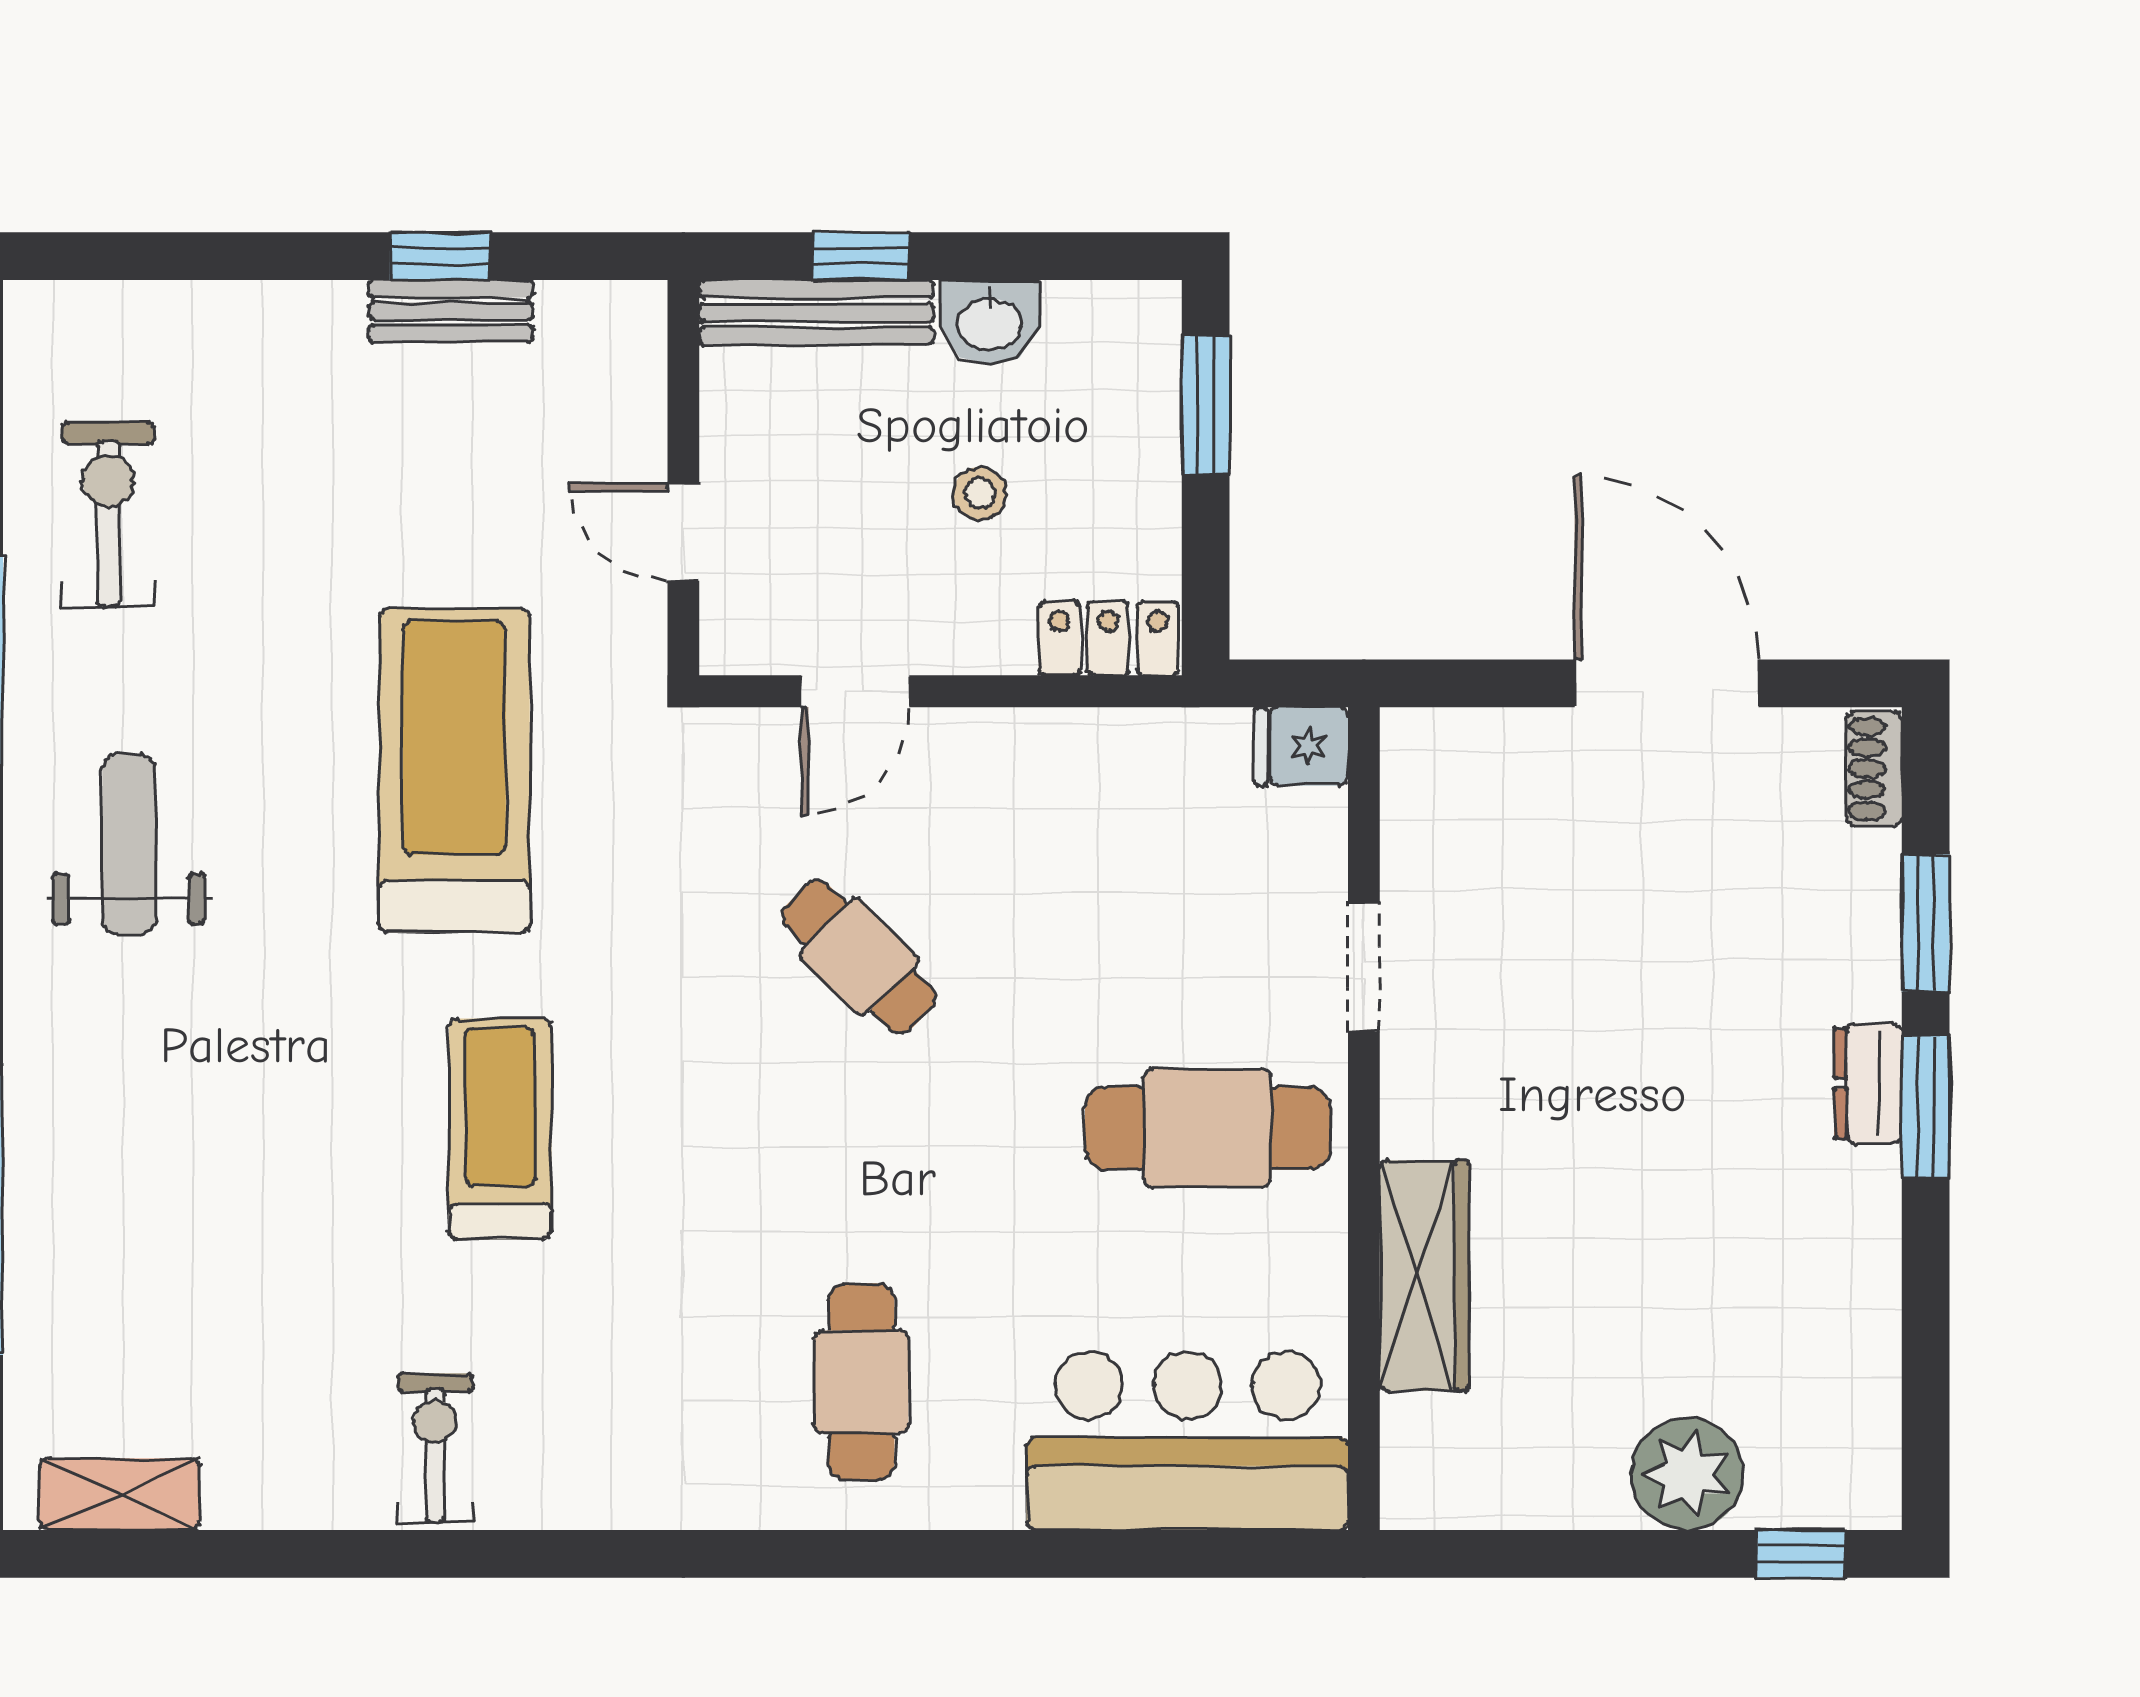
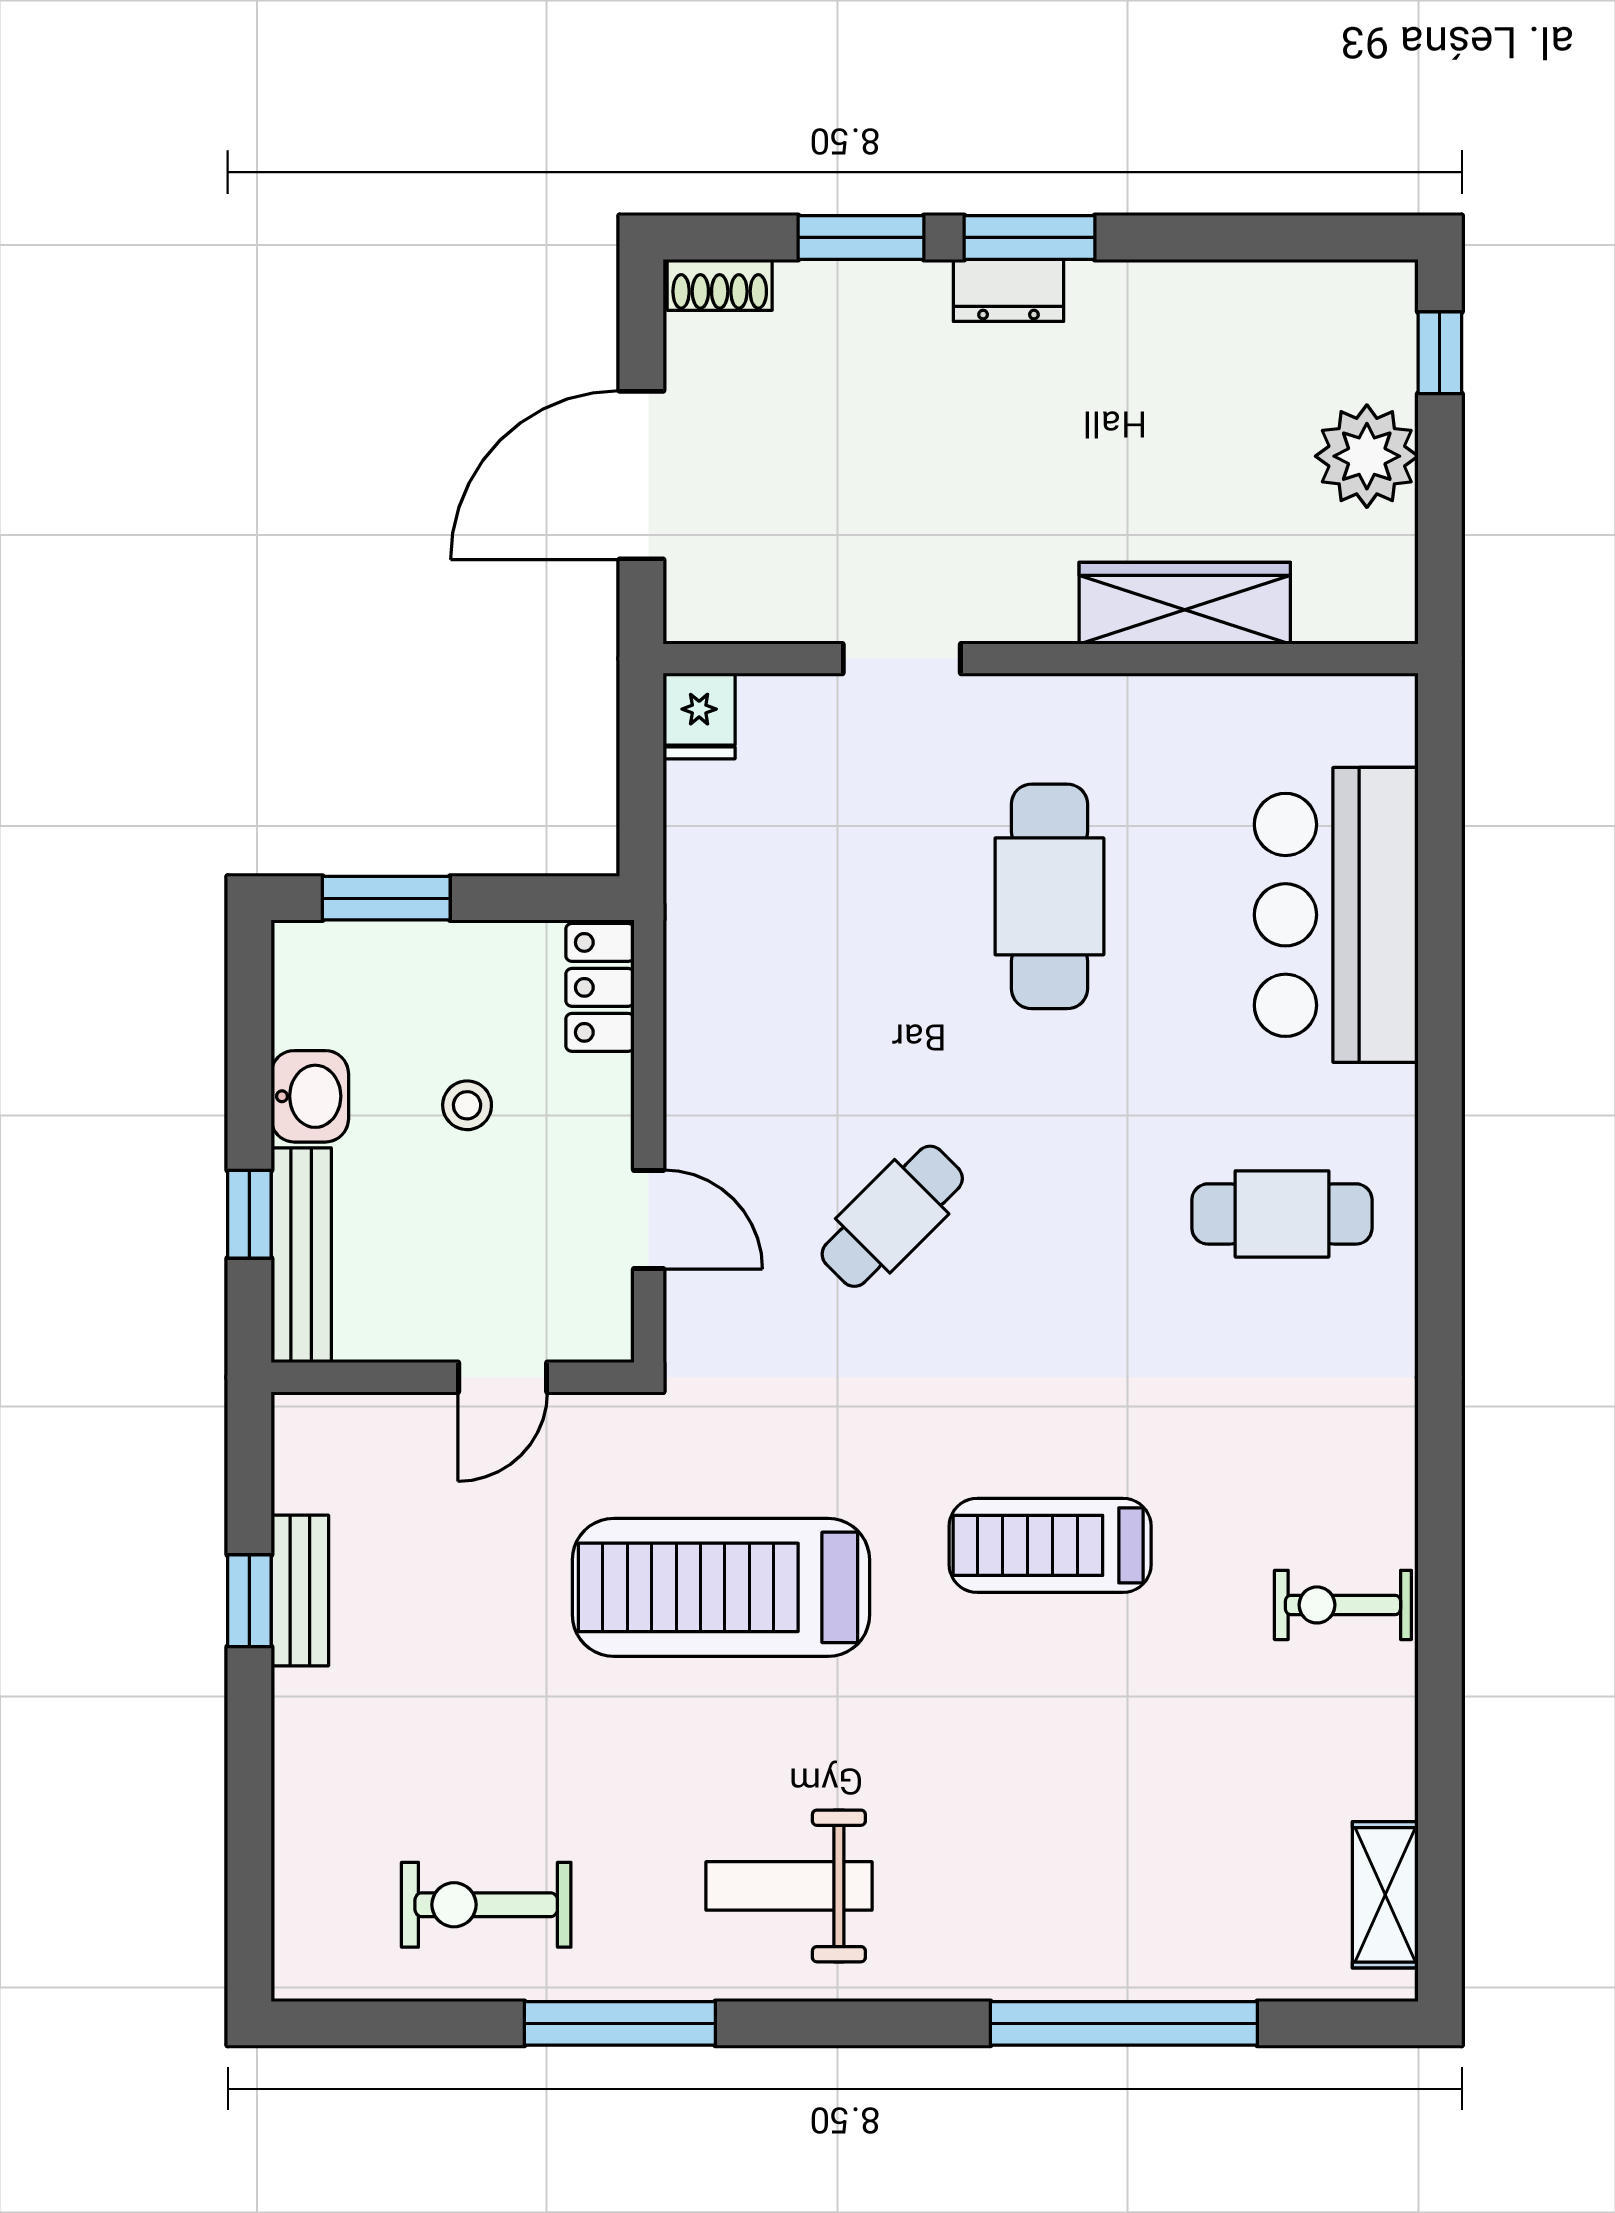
fridge: (1301, 746) -> (699, 716), moved
doorway: (1364, 967) -> (902, 659), moved
wall: (1364, 1119) -> (1041, 659), moved
wardrobe: (1424, 1276) -> (1185, 603), moved

